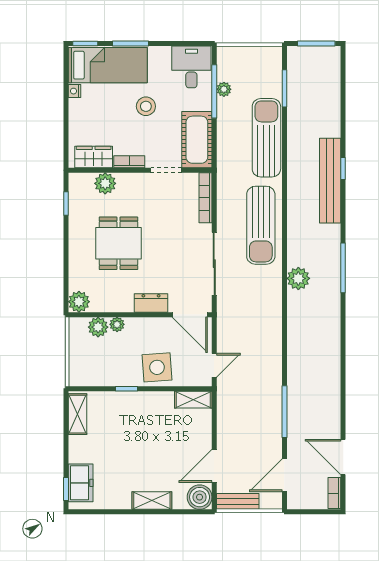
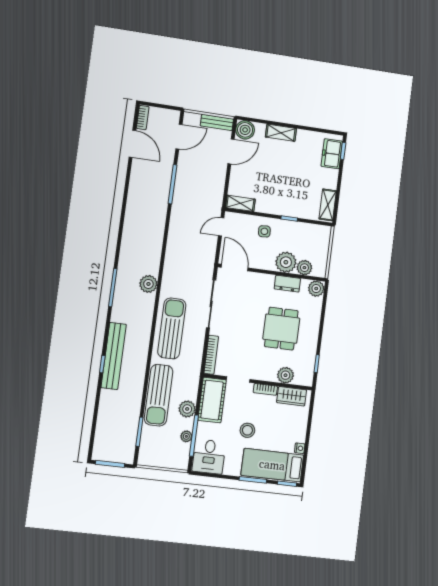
plant: (227, 124) -> (187, 409), added
dresser: (151, 303) -> (287, 284), moved
plant: (117, 324) -> (286, 262), width x1.87, depth x1.87
side table: (157, 367) -> (264, 231), width x0.54, depth x0.54

